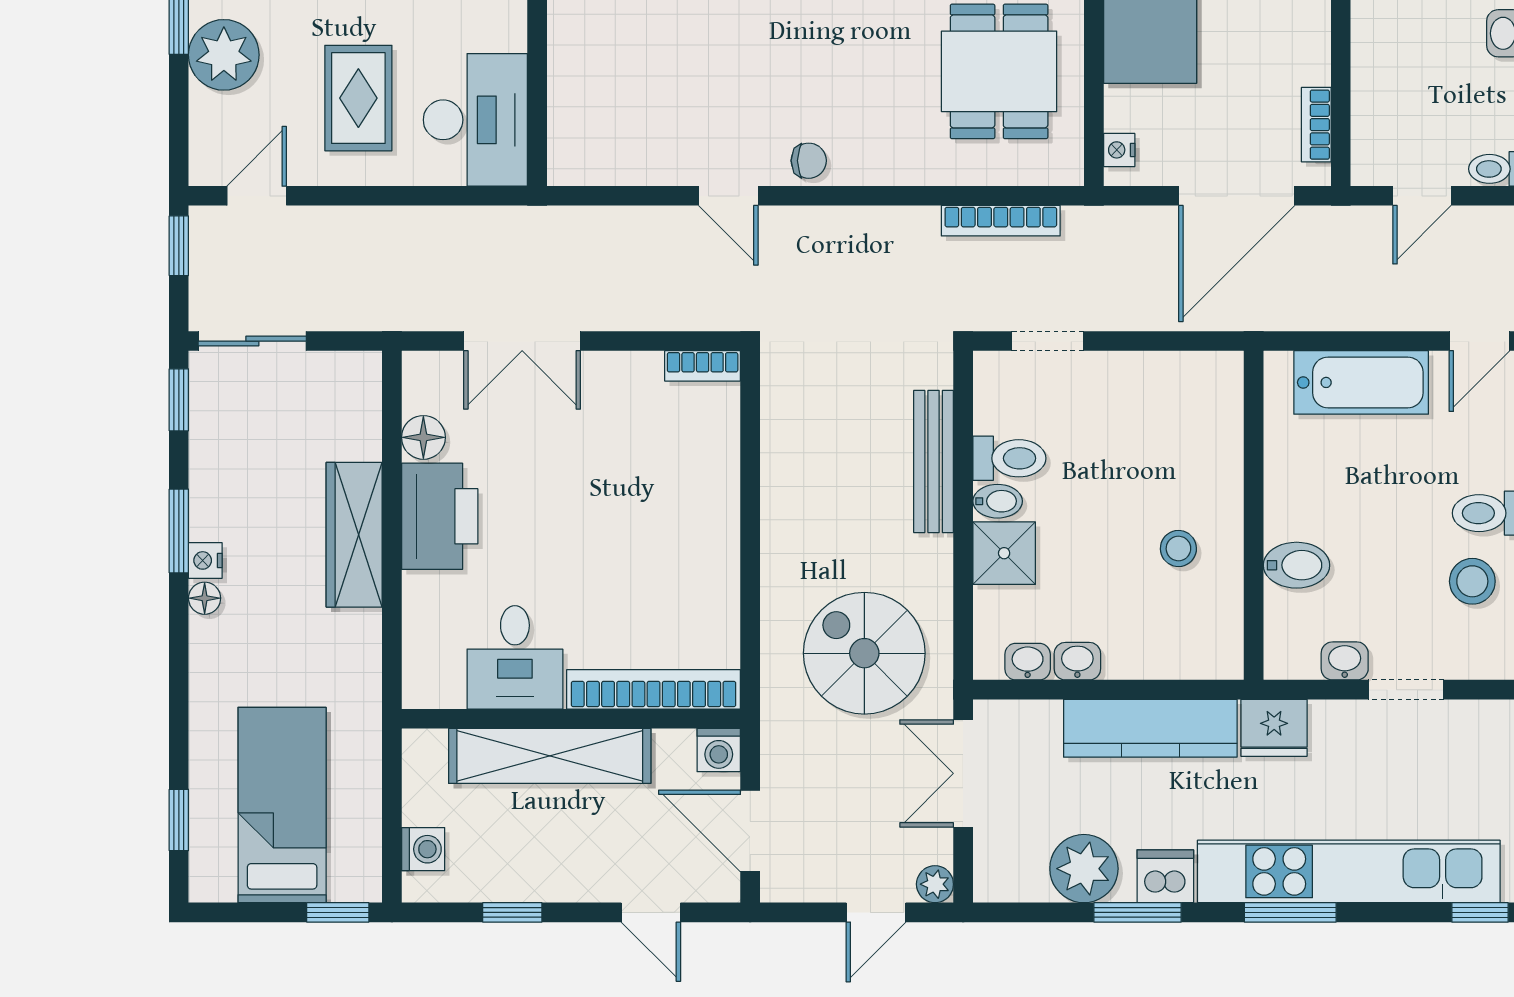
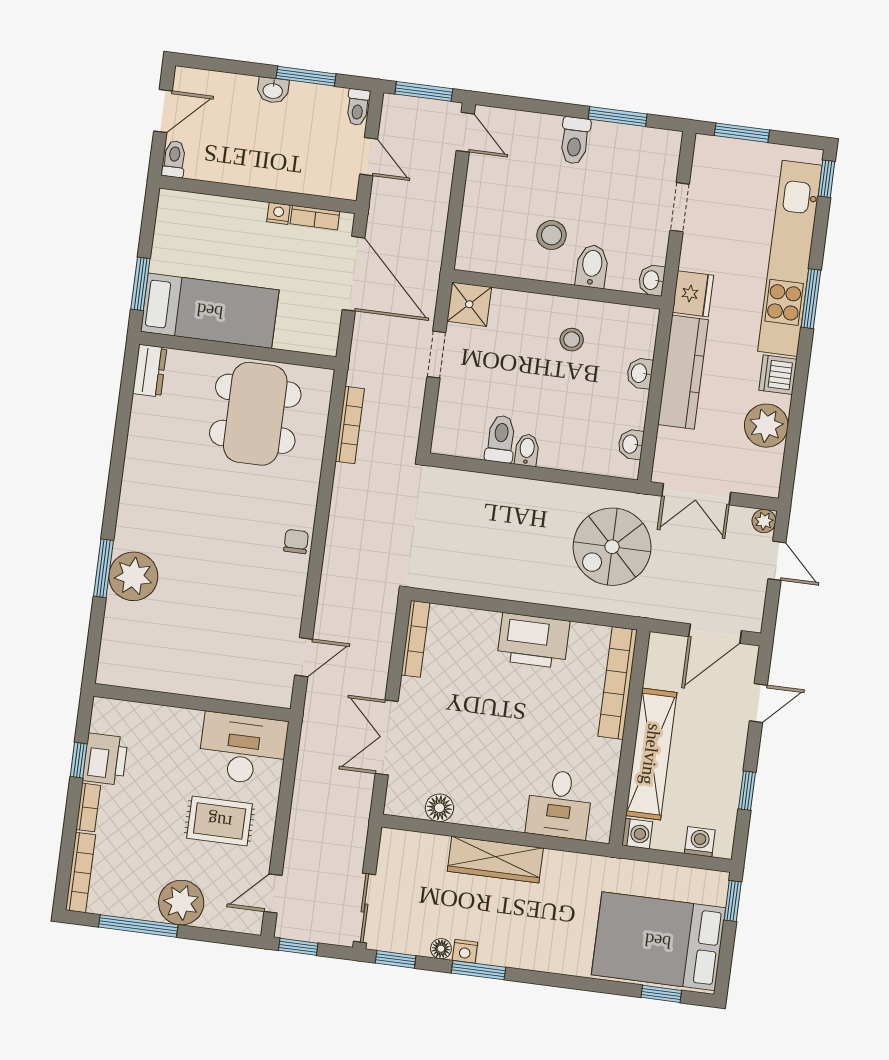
dining table: (999, 71) -> (255, 414), width x1.38
nightstand: (1119, 150) -> (278, 213), moved, turned 180
door: (257, 196) -> (273, 893), hinge flipped
door: (728, 196) -> (304, 657), moved
double door: (522, 341) -> (387, 738), swing flipped
doorway: (1047, 341) -> (436, 354), moved
bookcase: (703, 366) -> (415, 639), width x1.56
bathtub: (1361, 382) -> (482, 210), removed
bench: (934, 461) -> (497, 487), removed
printer: (440, 516) -> (533, 641), moved, turned 180
shower: (1004, 553) -> (469, 304), moved
nightstand: (205, 560) -> (465, 951), moved
stool: (1472, 581) -> (552, 235), moved
floor lamp: (205, 598) -> (441, 949), moved
desk: (515, 657) -> (559, 804), moved, turned 90
washbasin: (1077, 661) -> (640, 373), moved
washbasin: (1345, 661) -> (652, 280), moved
washing machine: (719, 750) -> (637, 834), moved
bed: (282, 805) -> (658, 941), width x1.50
window: (1138, 912) -> (798, 395), removed

